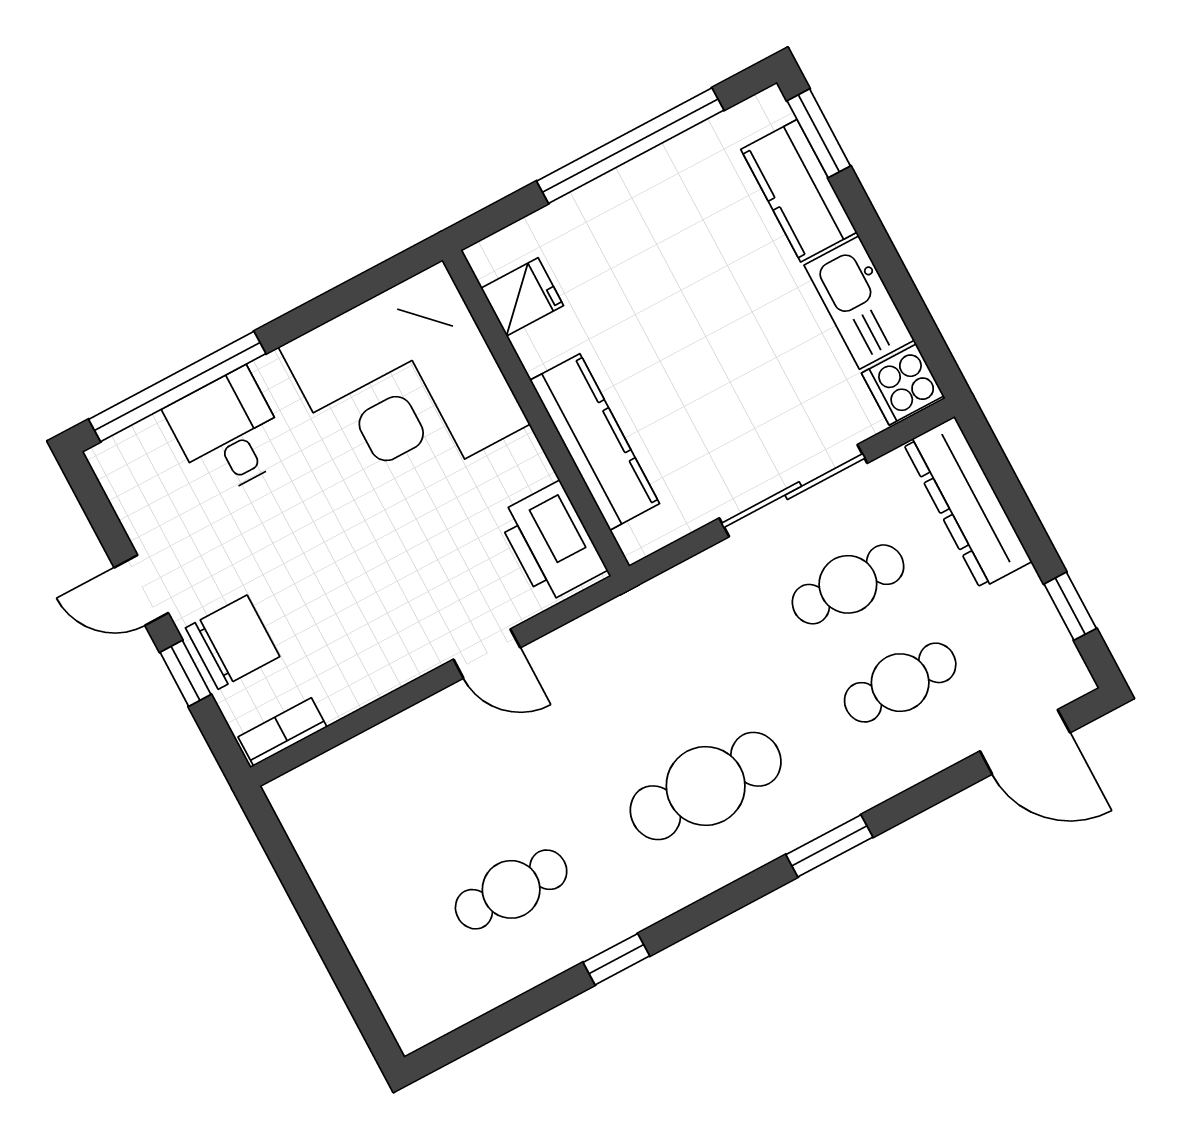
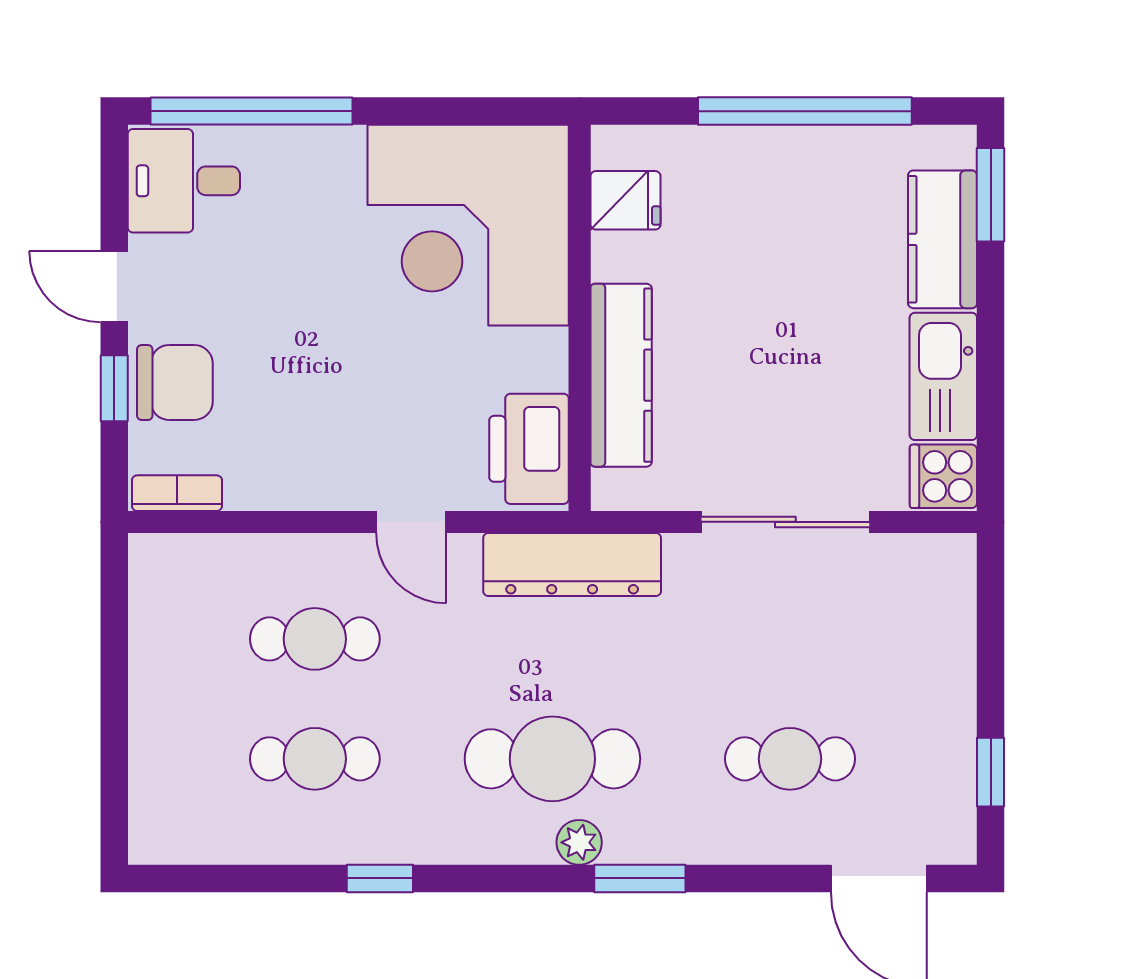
desk: (228, 433) -> (184, 181), moved, turned -90
dresser: (968, 503) -> (572, 565), moved, turned -90
cafe table: (848, 584) -> (315, 639), moved
plant: (764, 843) -> (579, 842), added

